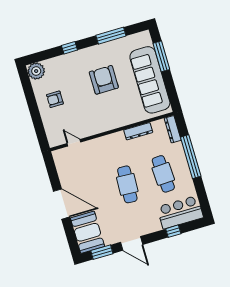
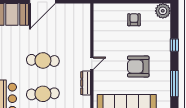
armchair: (104, 80) -> (138, 67), turned 180
door: (74, 143) -> (92, 63), moved

